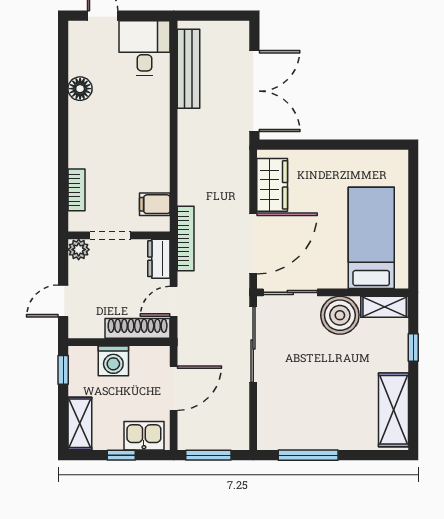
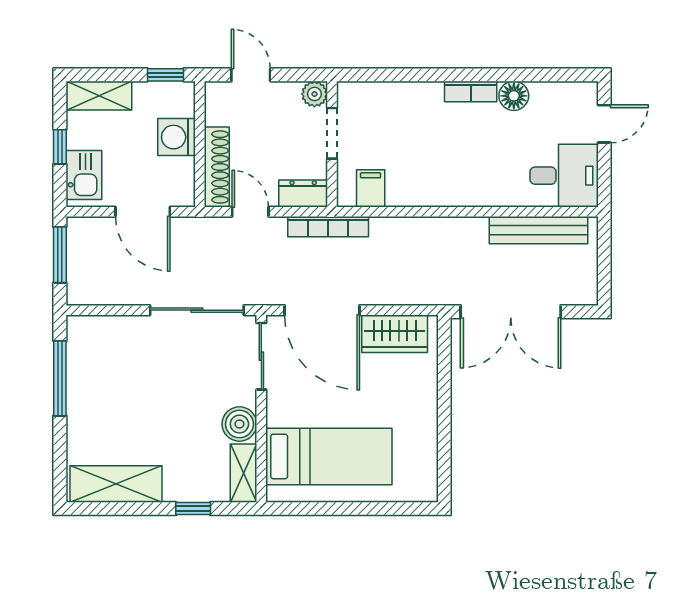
bookcase: (76, 190) -> (471, 91), moved
boiler: (340, 315) -> (239, 424), width x0.73, depth x0.73

